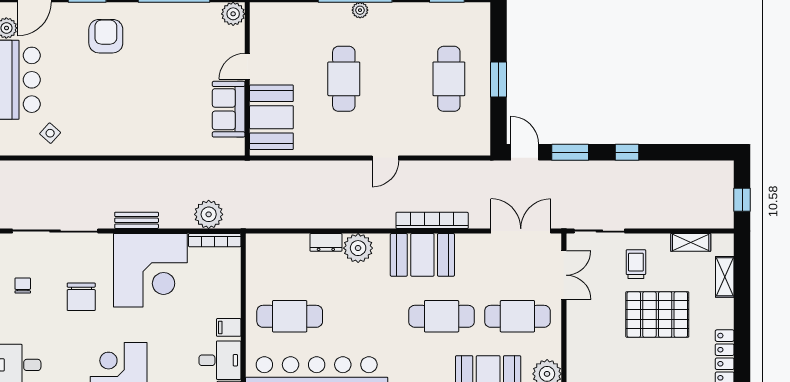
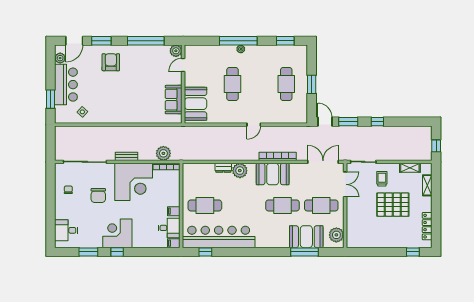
door: (247, 66) -> (183, 65), moved

